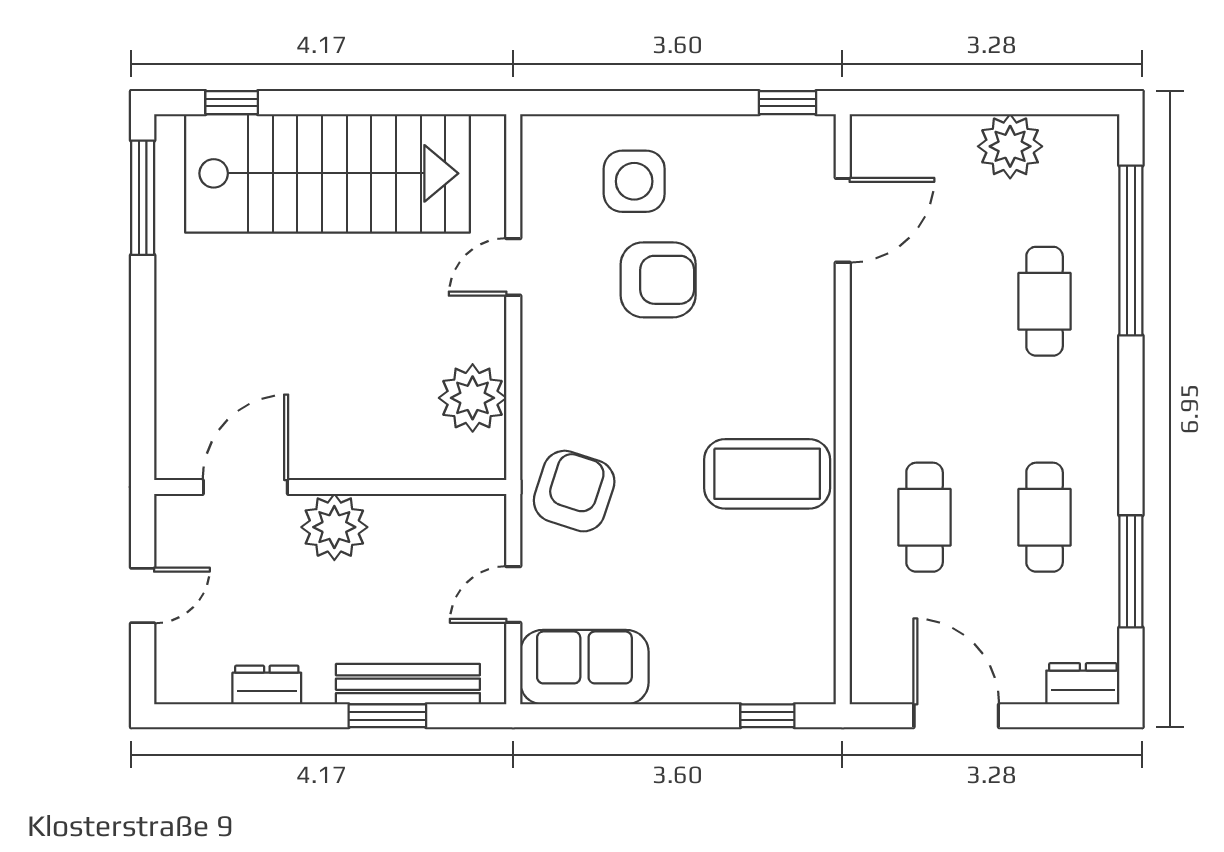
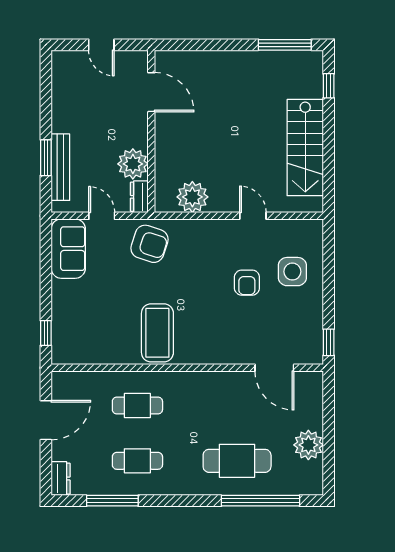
stairs: (328, 173) -> (305, 148), width x0.73, depth x0.66
armchair: (658, 280) -> (247, 283), width x0.72, depth x0.72
cafe table: (1045, 301) -> (237, 461), width x1.37, depth x1.35
plant: (334, 527) -> (133, 164), moved
dresser: (267, 685) -> (139, 197), moved, turned 180

